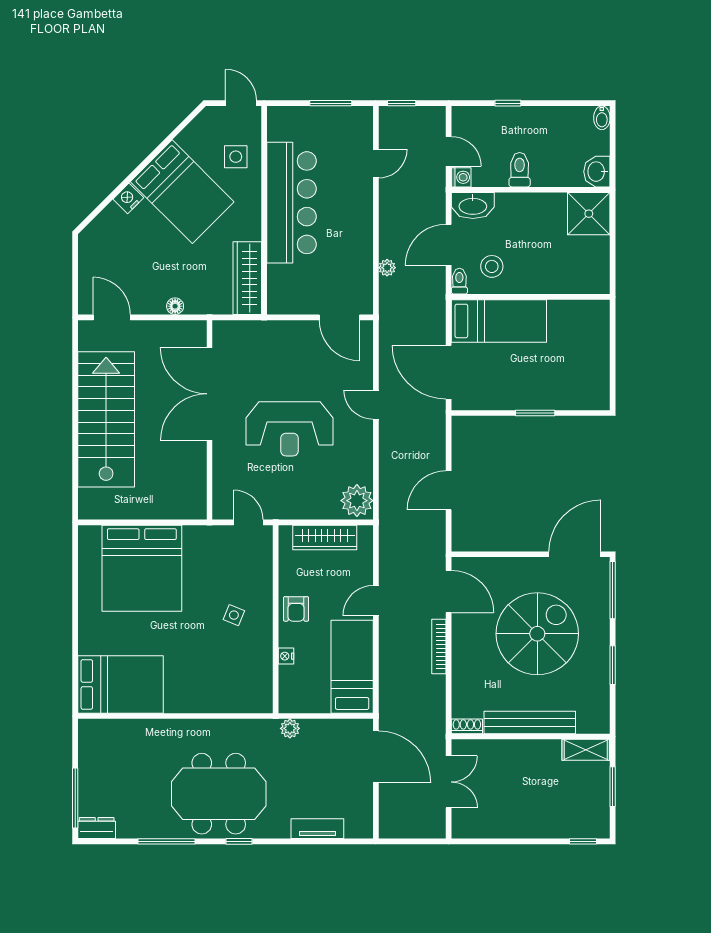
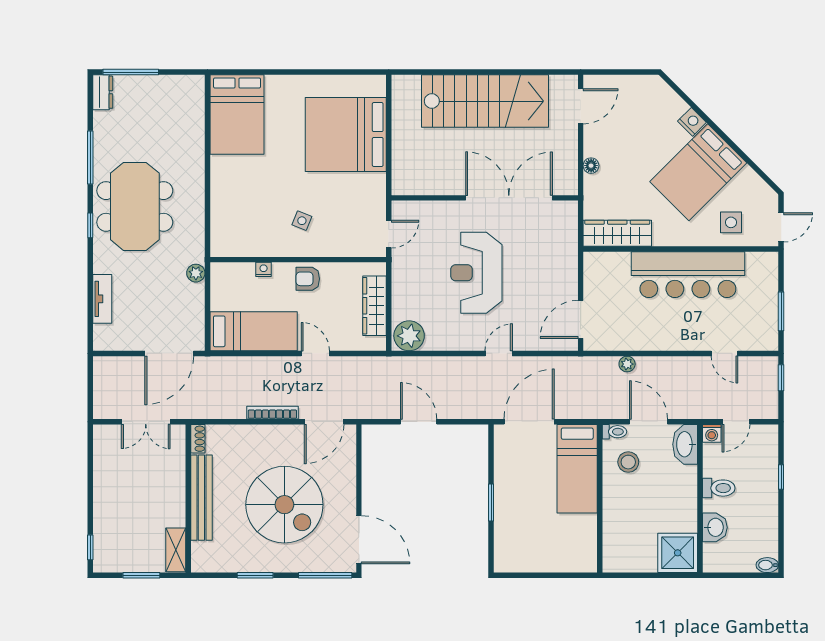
washbasin: (597, 172) -> (715, 527), moved, turned 90

